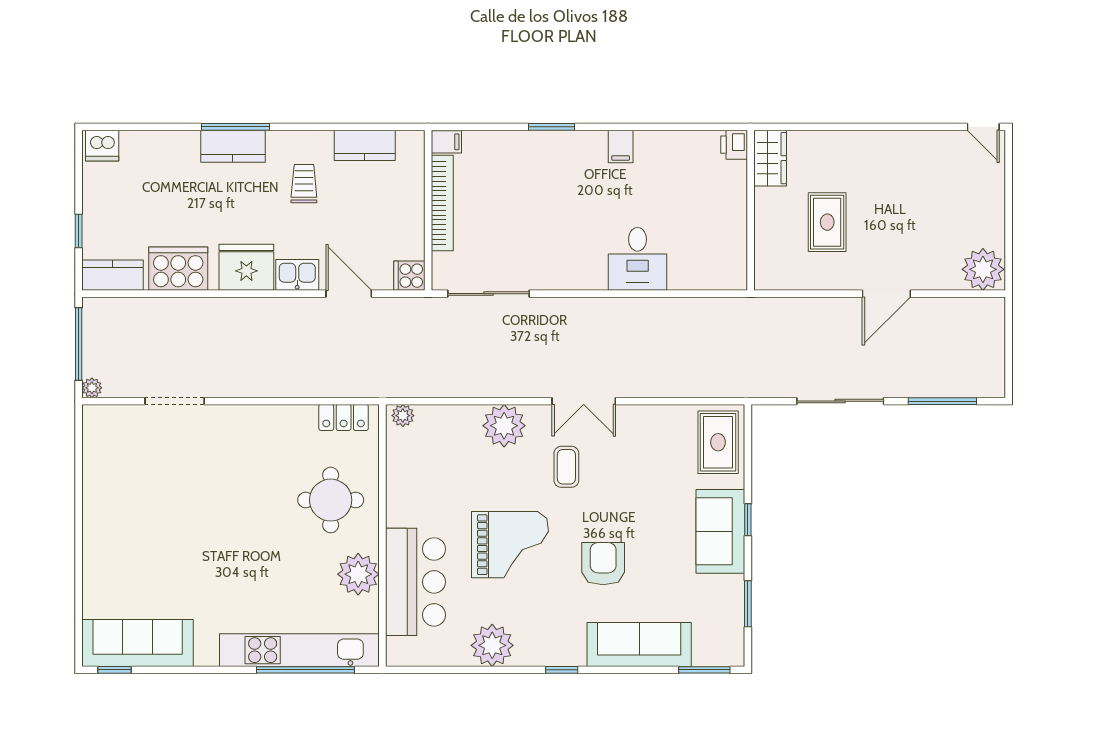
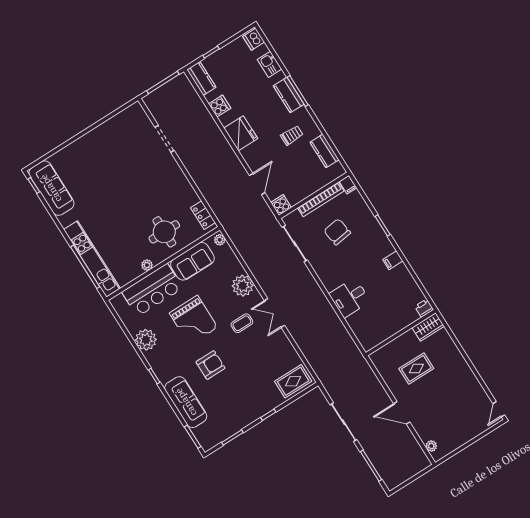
chair: (514, 210) -> (337, 232), added
cooker: (178, 269) -> (220, 106), width x0.53, depth x0.76
plant: (983, 269) -> (431, 446), width x0.53, depth x0.53
kitchen sink: (297, 275) -> (270, 64), moved, turned 180
plant: (92, 388) -> (148, 100), removed
sofa: (720, 531) -> (192, 261), moved, turned 180
plant: (358, 574) -> (147, 265), width x0.53, depth x0.53

